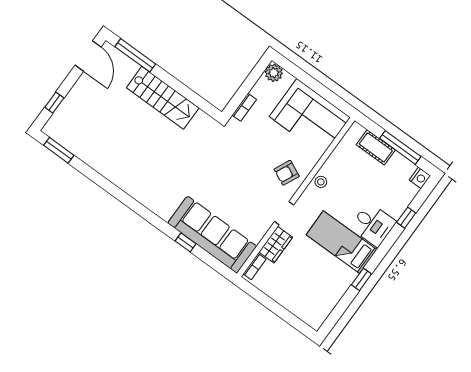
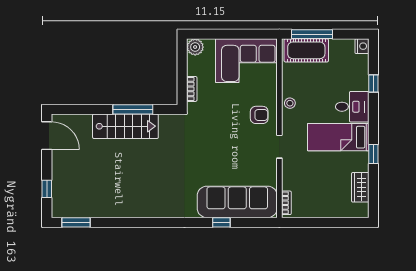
window: (135, 55) -> (133, 109), moved
cot: (376, 147) -> (306, 50), width x1.37, depth x1.34
window: (400, 147) -> (312, 34), moved
armchair: (287, 173) -> (259, 115), turned -115
wardrobe: (276, 245) -> (360, 187), moved, turned 180

